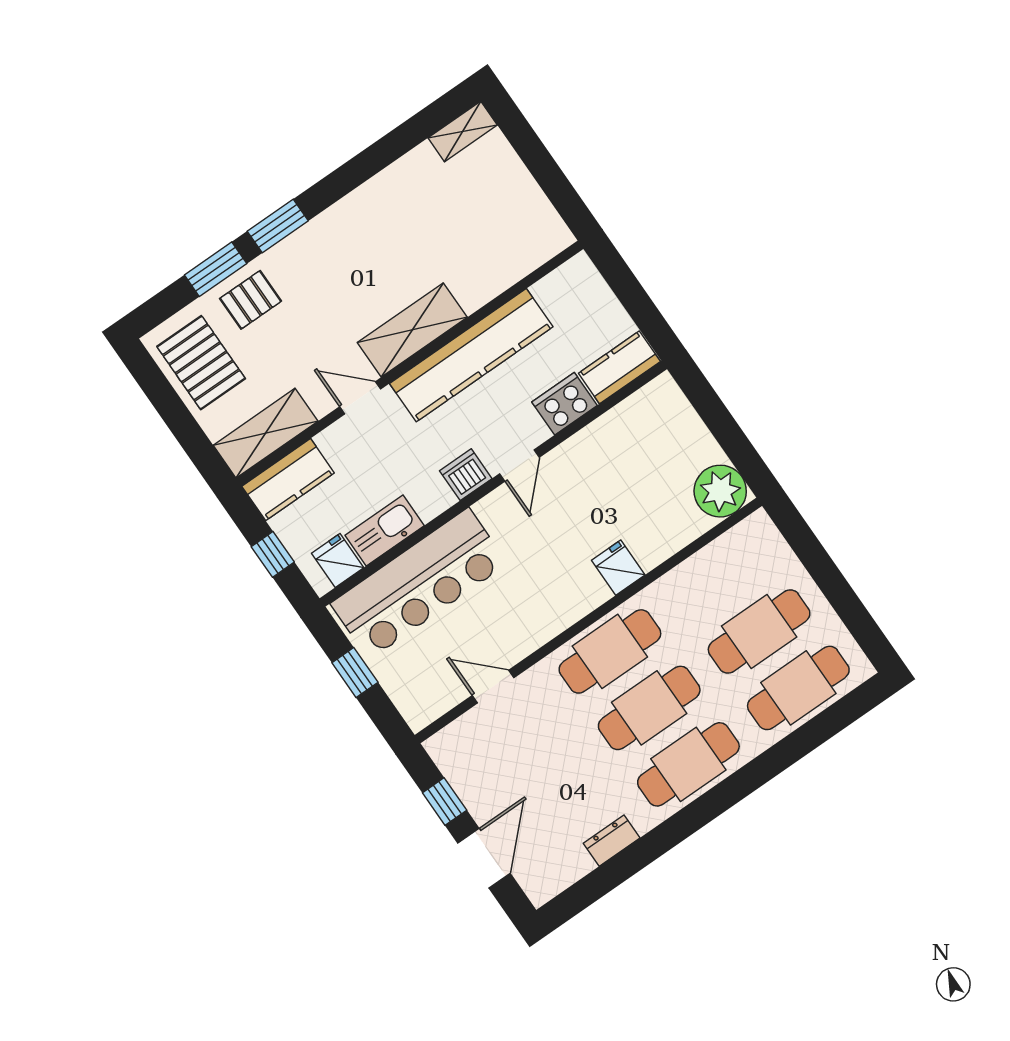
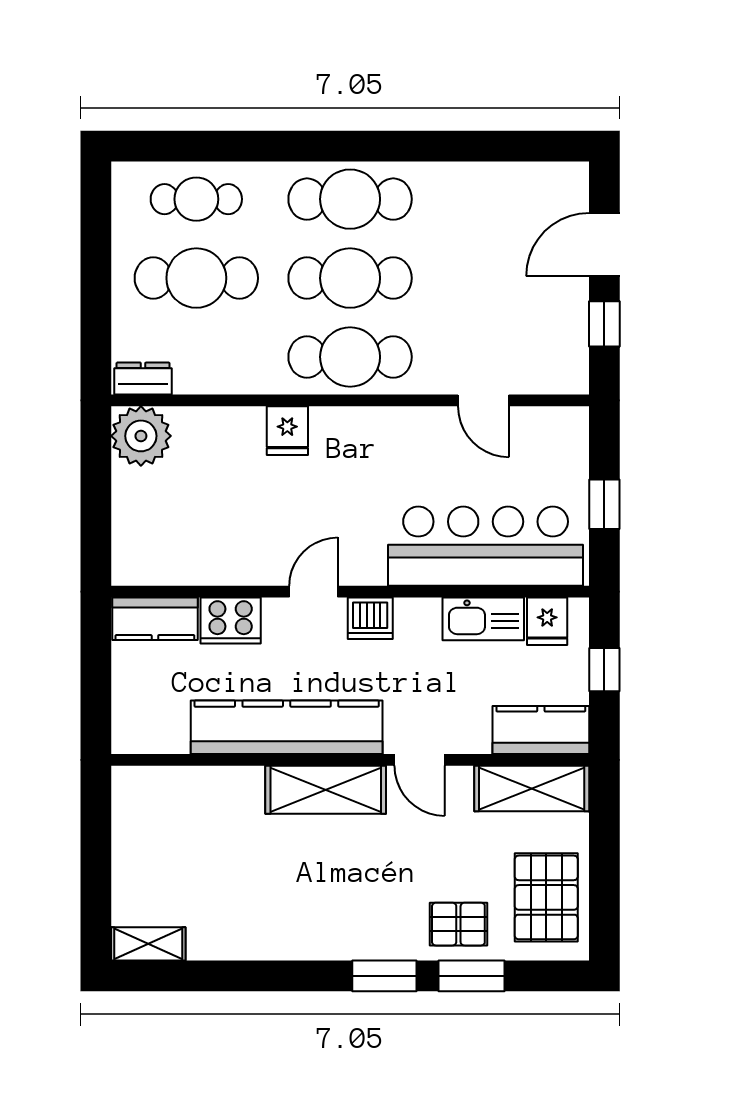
cafe table: (798, 688) -> (196, 199), width x0.73, depth x0.74
dresser: (612, 841) -> (143, 379), moved, turned 180

